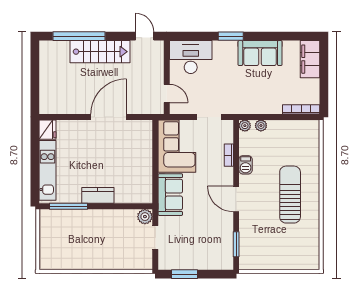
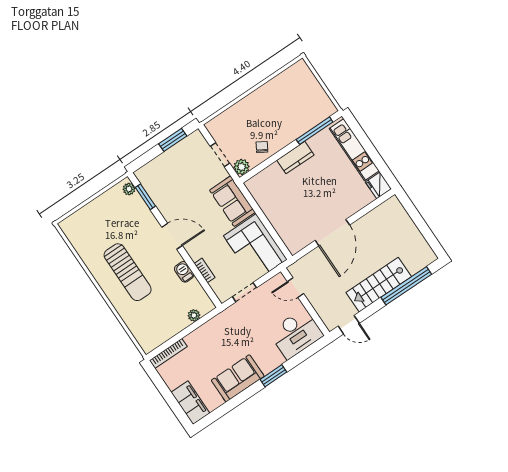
plant: (245, 126) -> (129, 189), moved
chair: (118, 221) -> (262, 147), added

